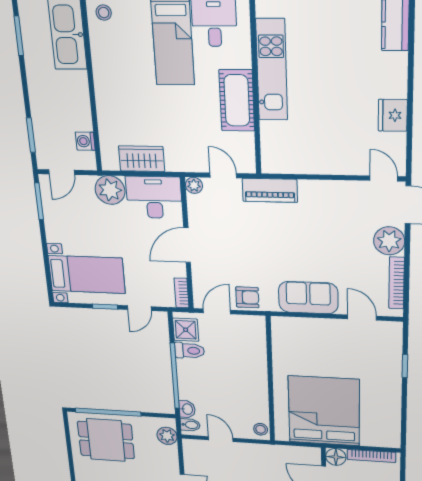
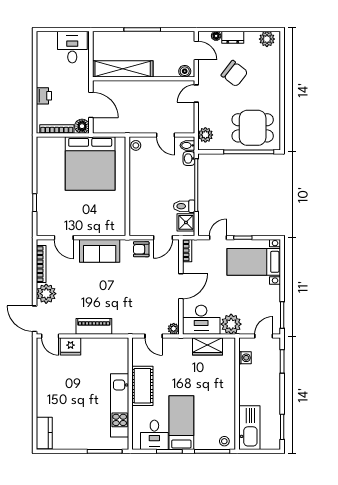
fridge: (393, 115) -> (71, 346), moved, turned 90
piano: (270, 190) -> (94, 326), moved

